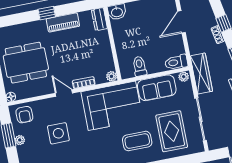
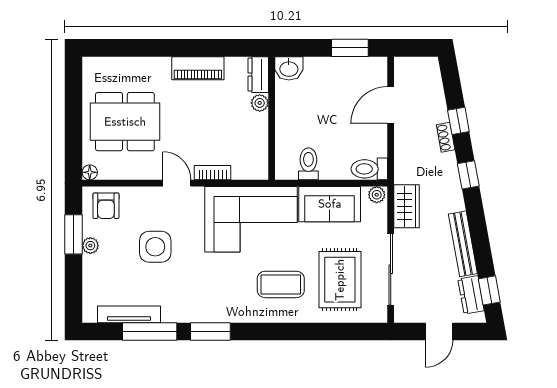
window: (47, 13) -> (175, 48), removed
wardrobe: (201, 74) -> (407, 206), width x0.67
plant: (112, 76) -> (260, 103), moved

